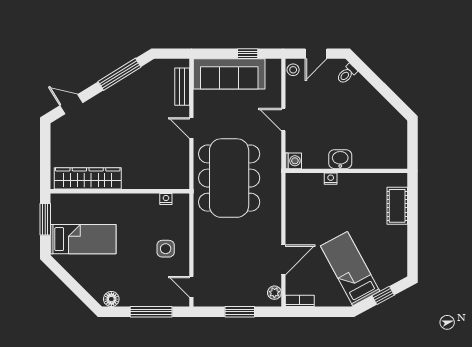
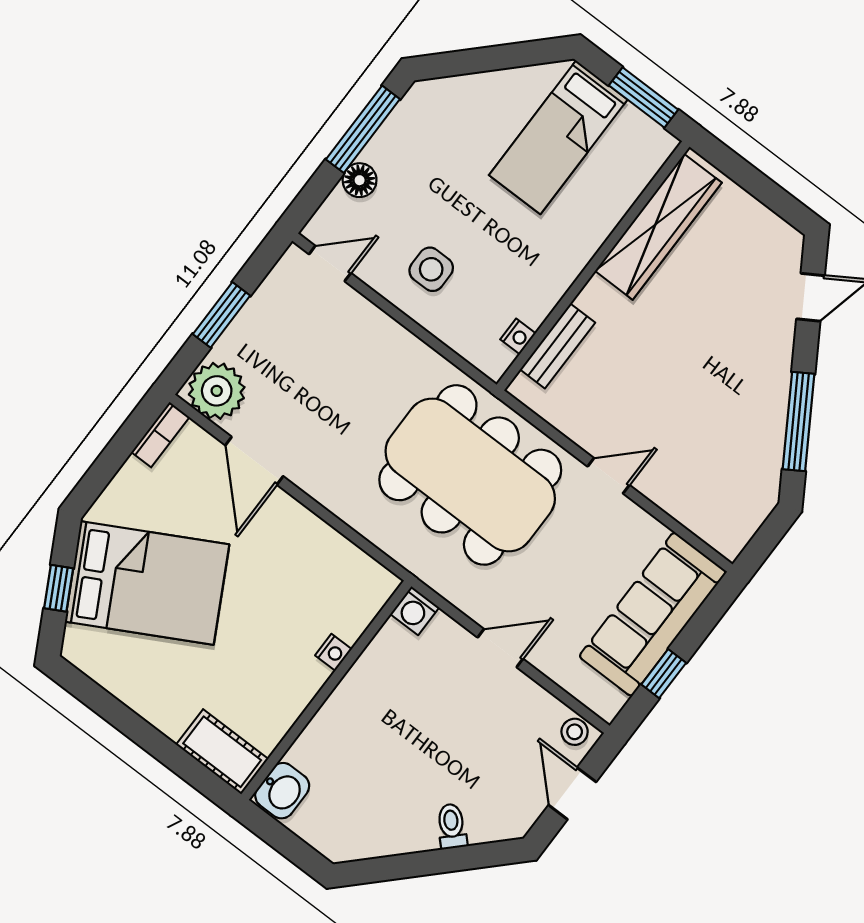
toilet: (347, 74) -> (452, 826), moved
bench: (182, 87) -> (558, 346), moved, turned 90
washbasin: (340, 159) -> (282, 791), moved
cot: (397, 206) -> (222, 752), moved
bed: (350, 269) -> (147, 583), width x1.50
plant: (274, 293) -> (217, 391), width x1.88, depth x1.88
floor lamp: (111, 299) -> (360, 180), moved
window: (151, 312) -> (363, 129), moved

